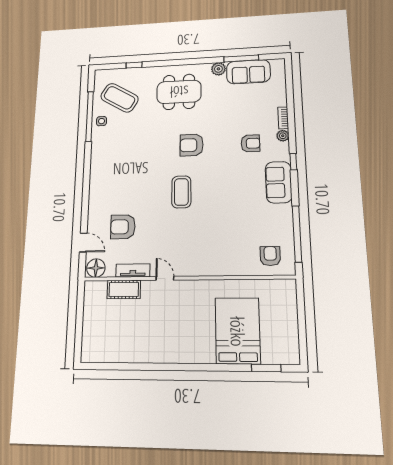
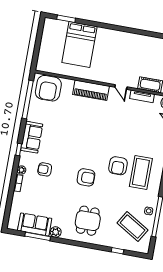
dining table: (179, 92) -> (88, 221), width x0.73
coffee table: (181, 192) -> (141, 172), moved, width x1.36, depth x1.32
armchair: (123, 227) -> (118, 166), moved, turned 90
armchair: (270, 256) -> (48, 88), width x1.88, depth x1.88
piano: (207, 265) -> (91, 90), added

